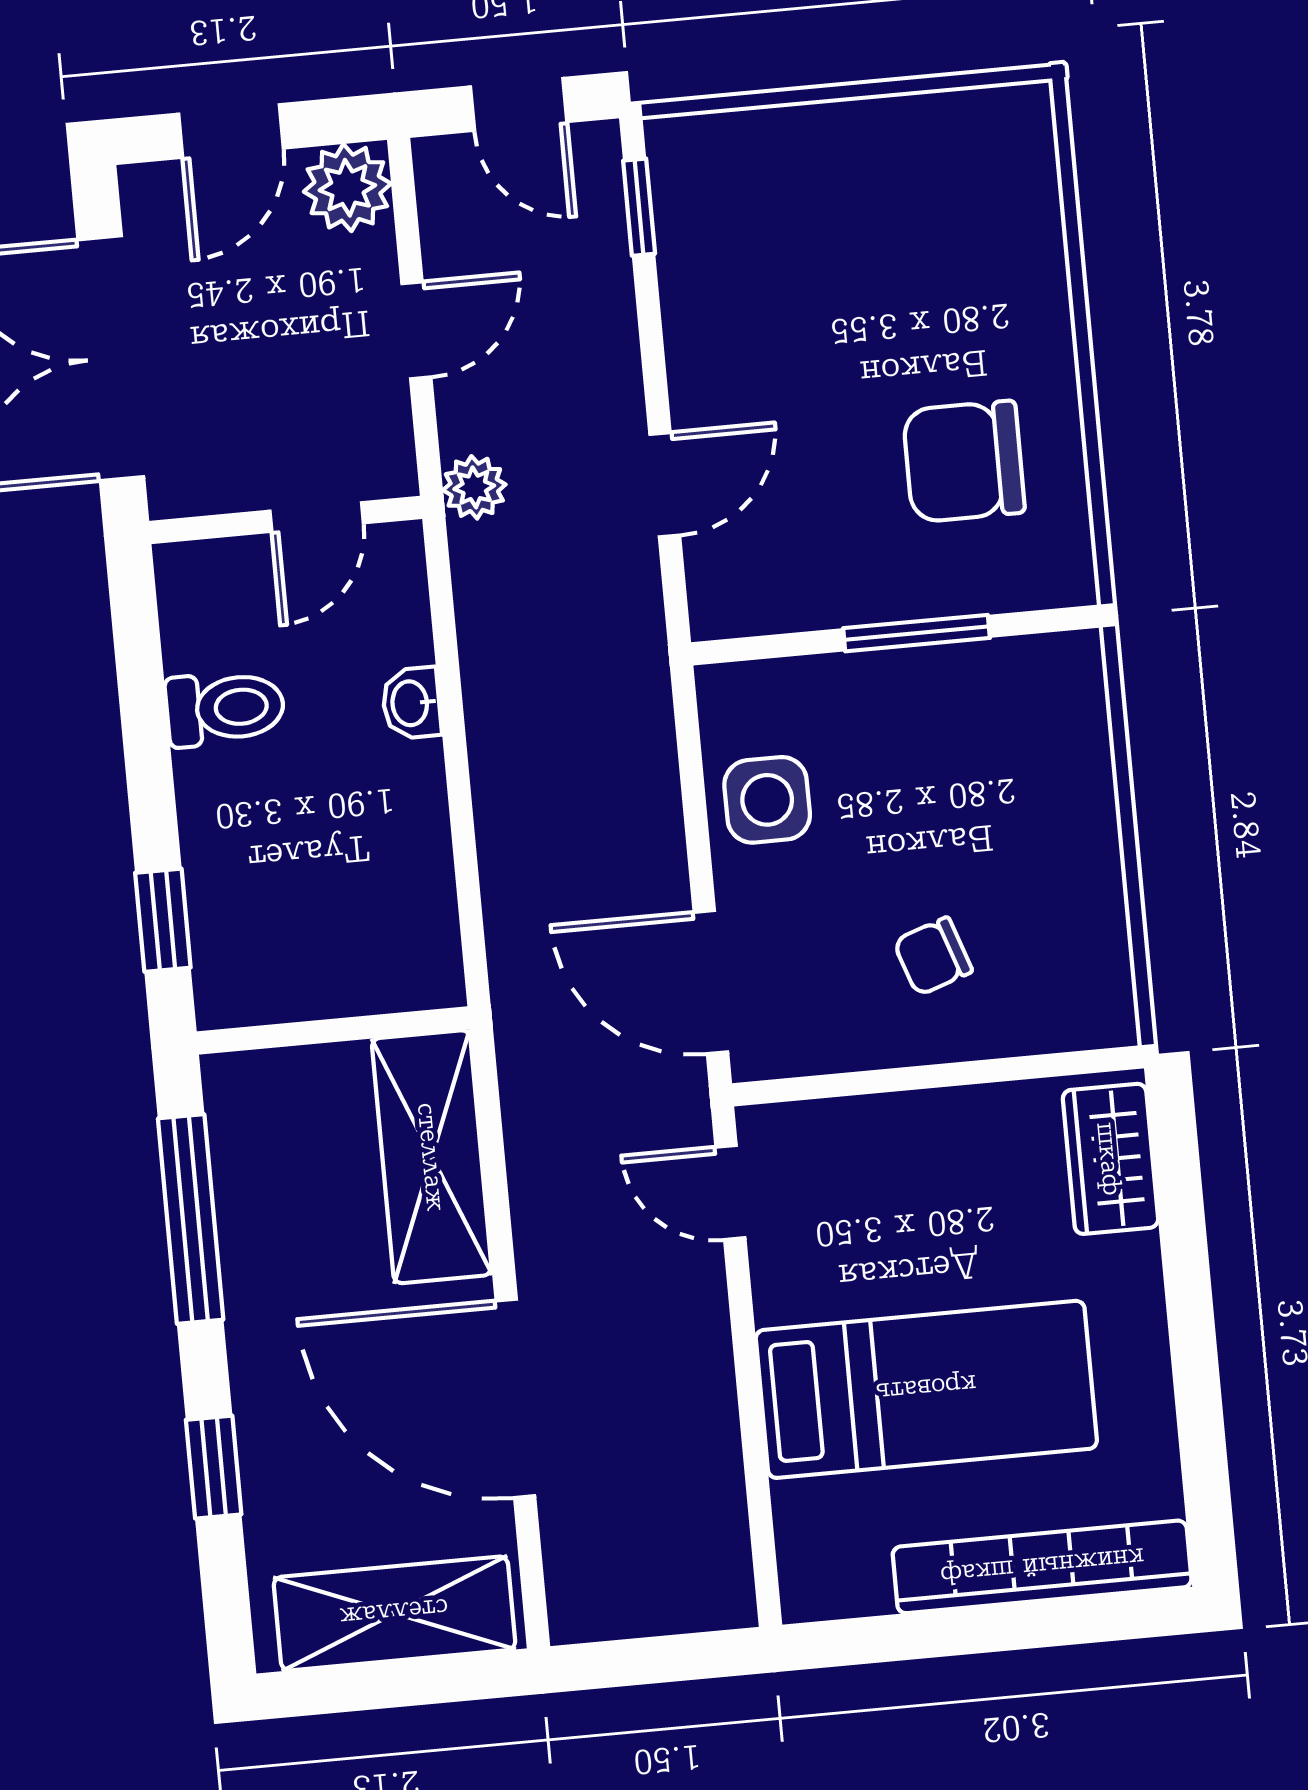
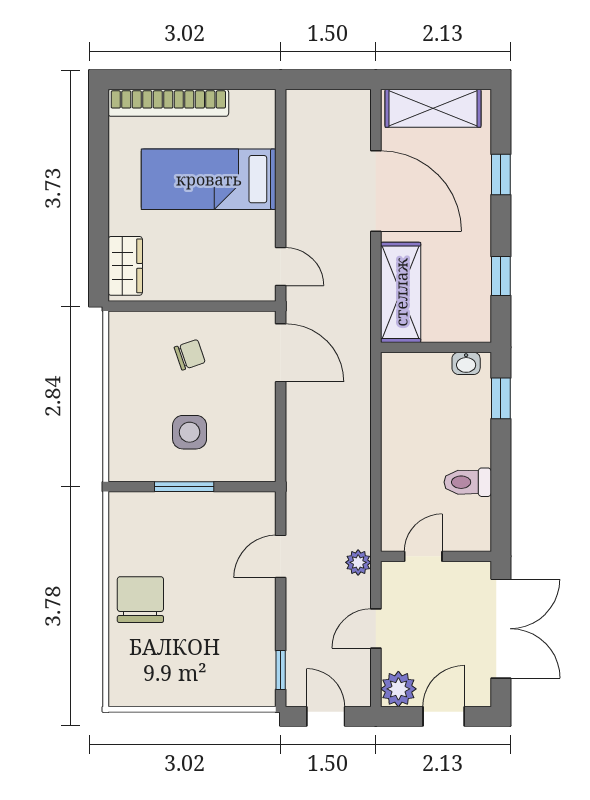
chair: (964, 461) -> (140, 600), moved, turned -90
washbasin: (411, 703) -> (466, 363), moved, turned 90
side table: (767, 800) -> (190, 432), moved
window: (191, 1219) -> (501, 276), width x0.46

